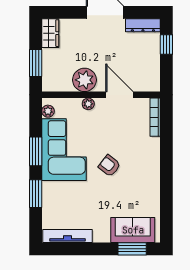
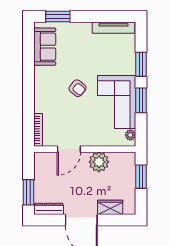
wardrobe: (50, 33) -> (110, 207), moved, turned 90
window: (166, 45) -> (29, 192), width x1.50
door: (119, 95) -> (69, 149), hinge flipped
plant: (88, 104) -> (96, 141), removed
sofa: (133, 230) -> (45, 47), moved, turned -90

